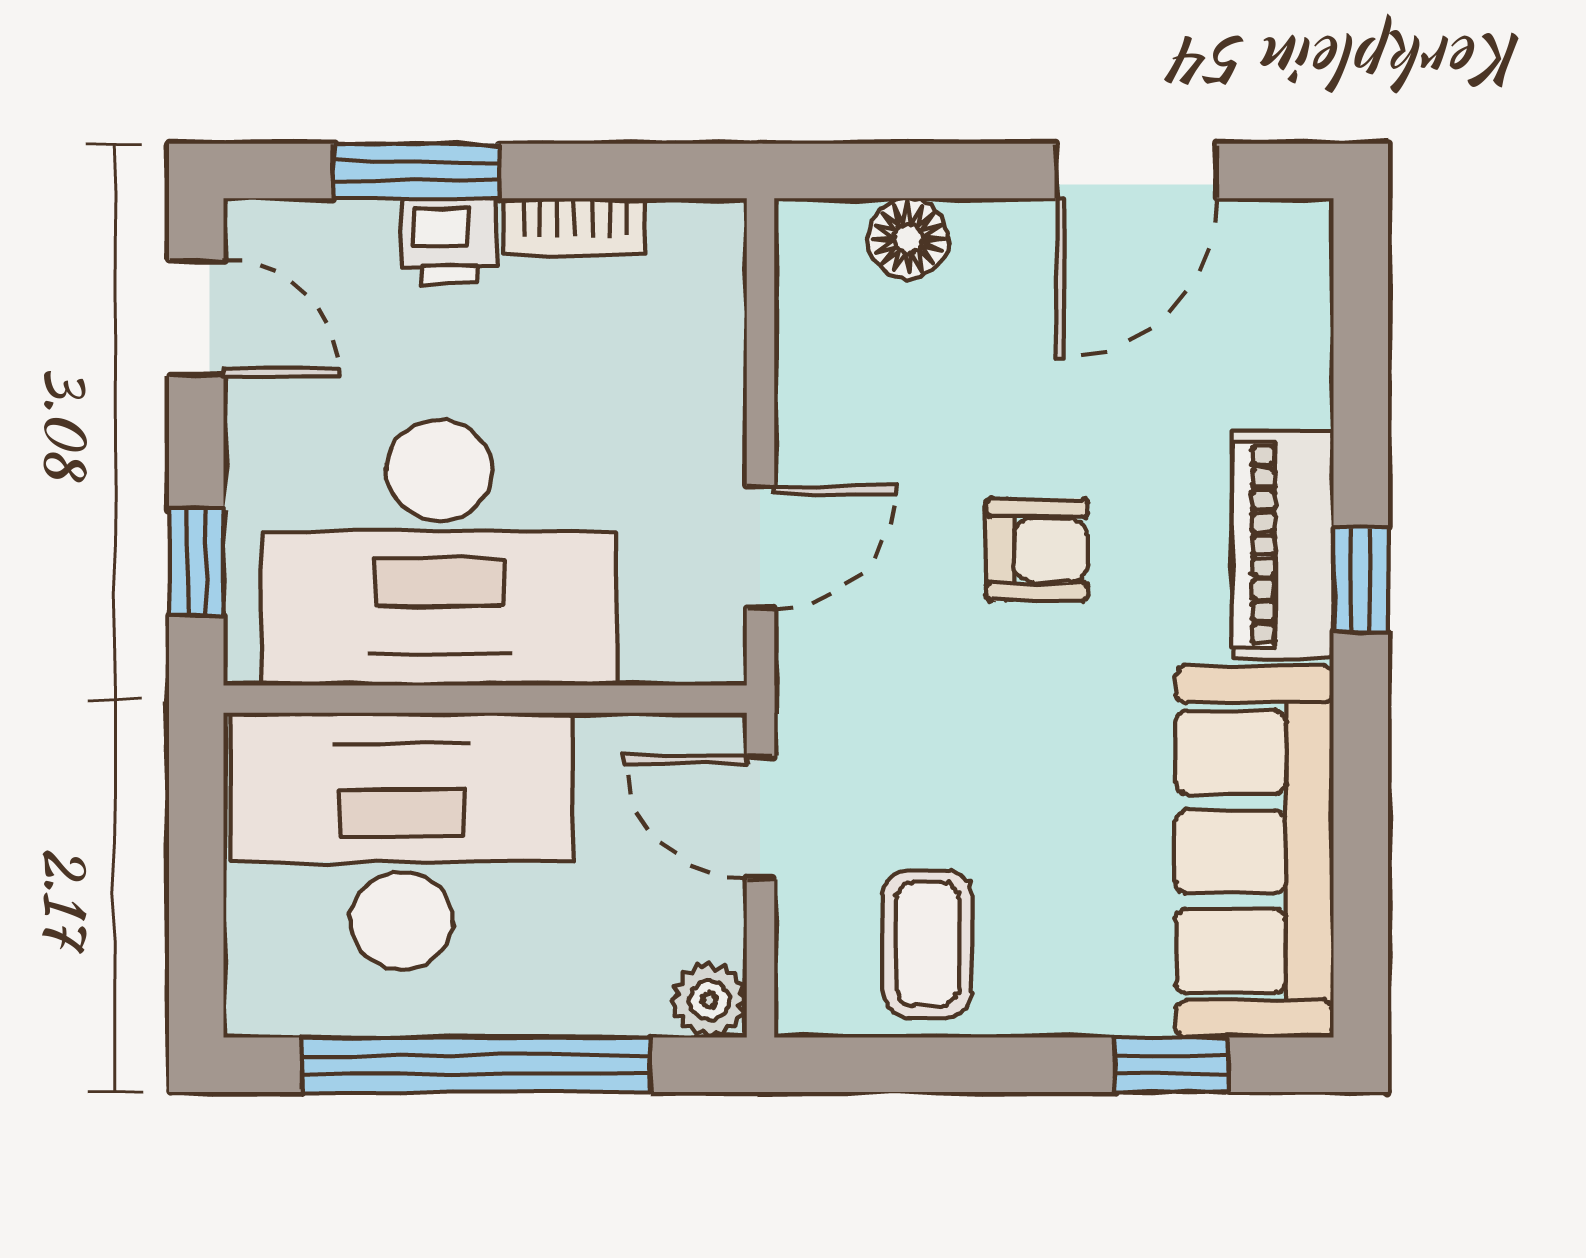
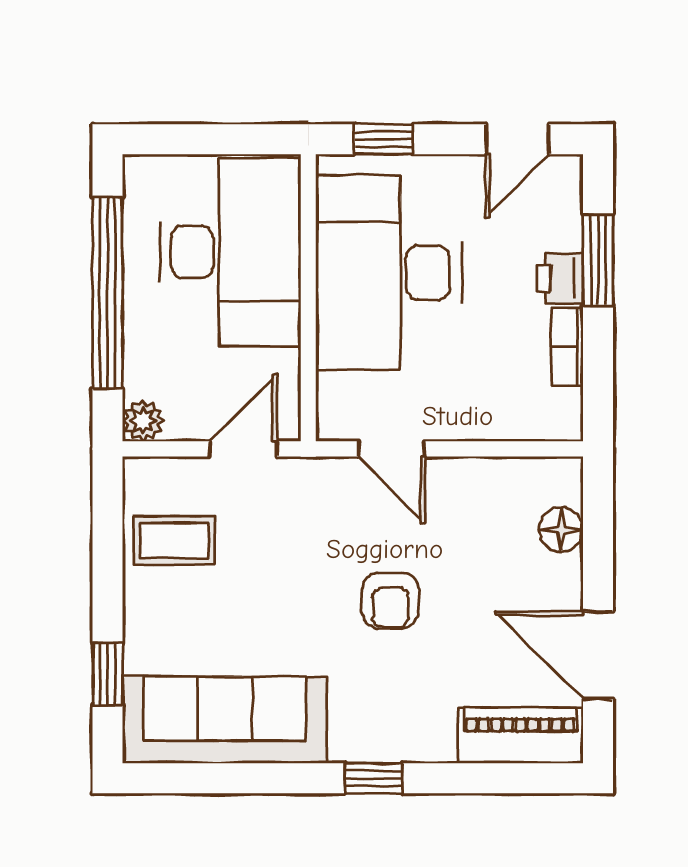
piano: (1283, 545) -> (520, 736), moved

